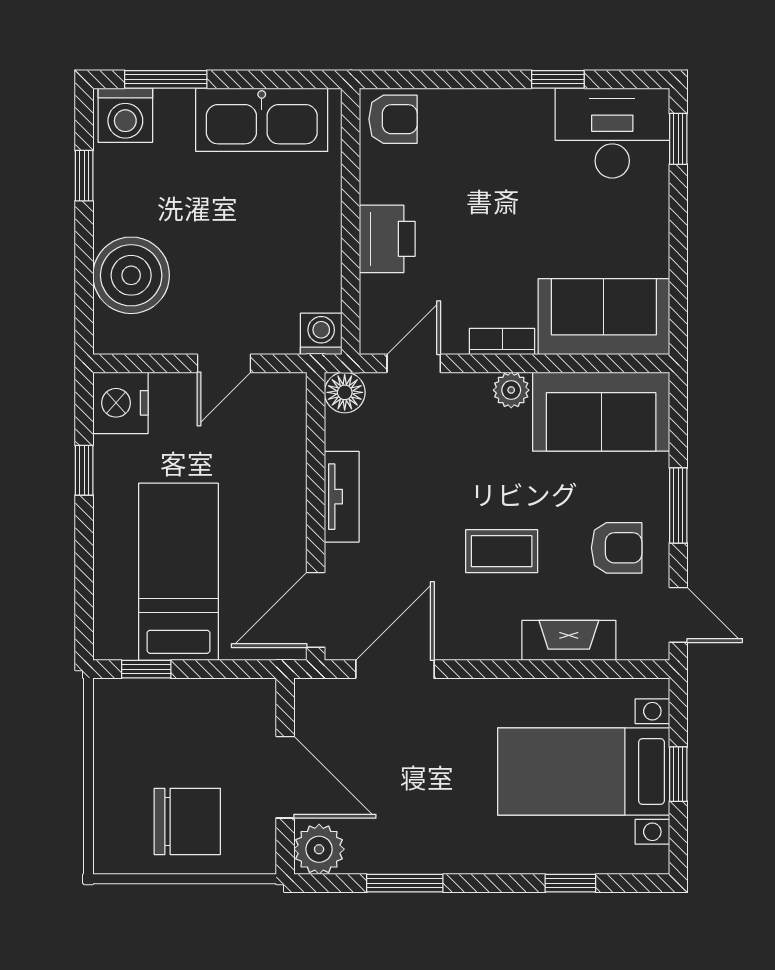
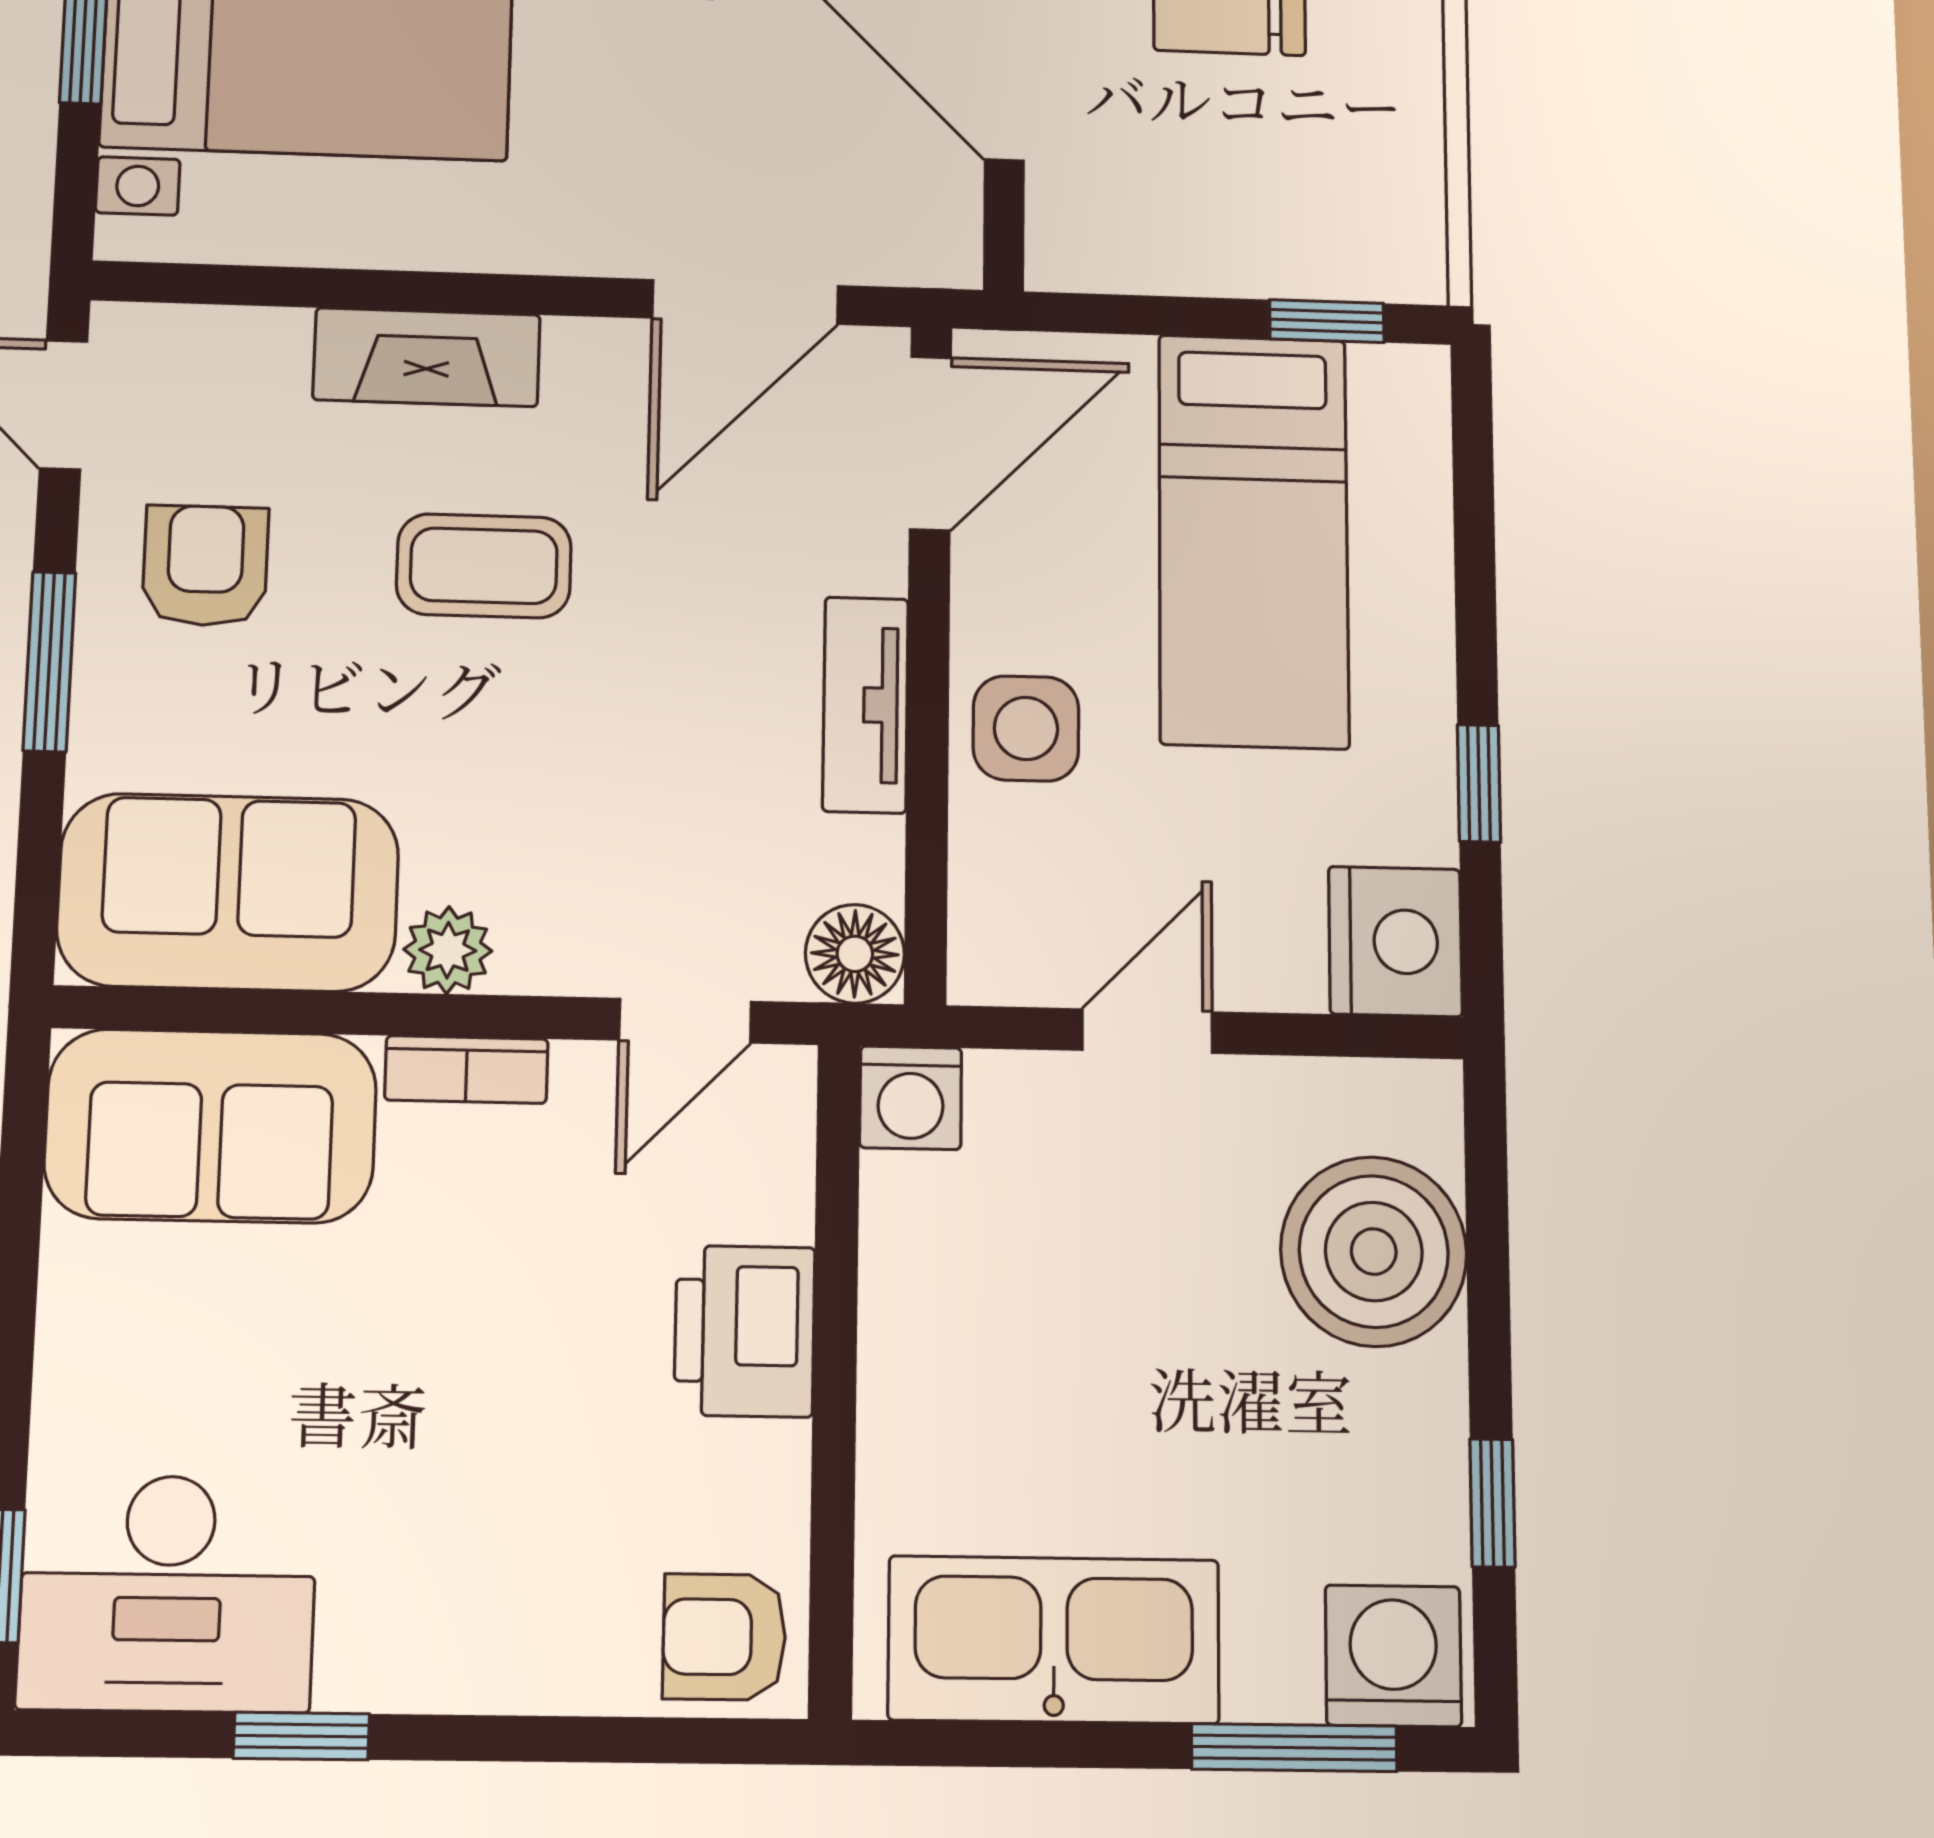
side table: (275, 488) -> (1026, 728), added
armchair: (617, 548) -> (205, 566), turned 90
fireplace: (569, 640) -> (427, 357), moved

